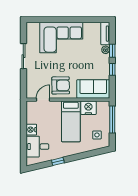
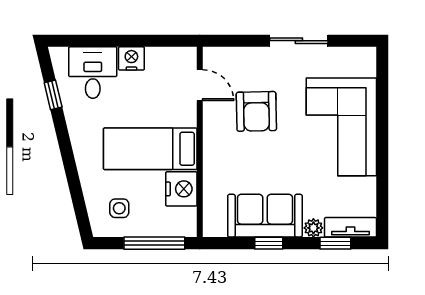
window: (112, 51) -> (335, 243), moved
armchair: (61, 85) -> (256, 111), moved
sofa: (93, 89) -> (265, 216), moved, turned -90
window: (58, 161) -> (53, 95), moved

